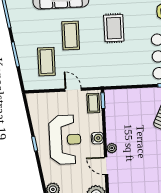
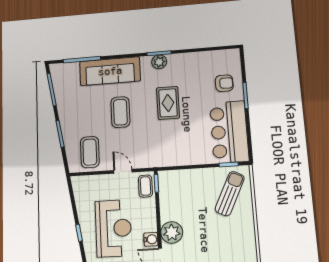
coffee table: (46, 62) -> (90, 152), moved
water cooler: (97, 138) -> (151, 239), moved
plant: (112, 148) -> (172, 232), width x1.88, depth x1.88

